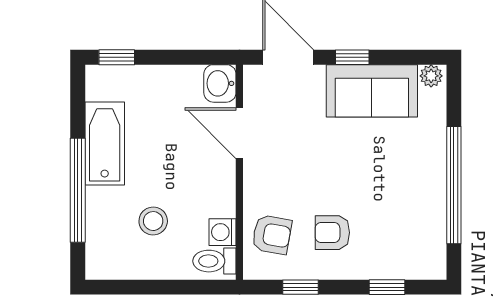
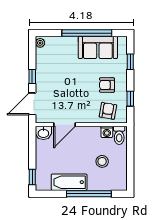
sofa: (372, 91) -> (98, 47), moved, turned 90
armchair: (332, 233) -> (107, 85), turned 90

